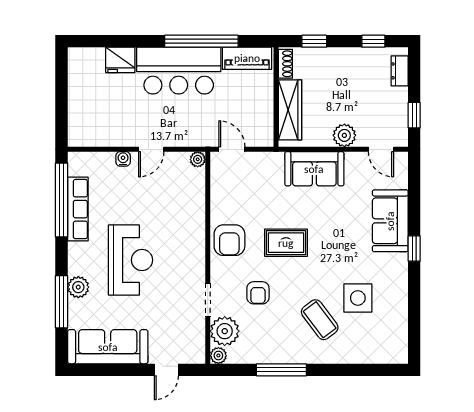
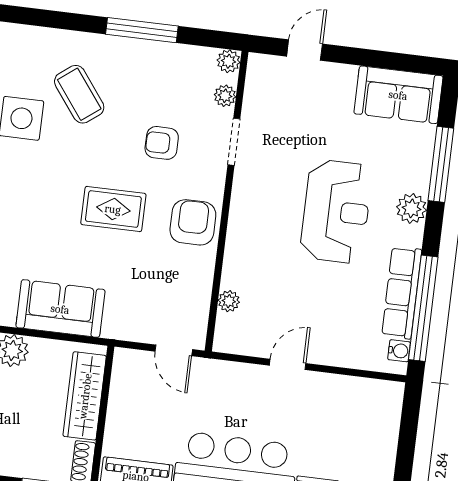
water cooler: (123, 159) -> (399, 351), moved, turned -90
plant: (198, 159) -> (229, 301), moved
reception desk: (131, 260) -> (336, 211), turned 180
plant: (78, 287) -> (411, 208), moved
armchair: (258, 293) -> (162, 143), turned -90
plant: (225, 331) -> (225, 96), width x0.53, depth x0.53
sofa: (108, 347) -> (398, 95), width x0.73

